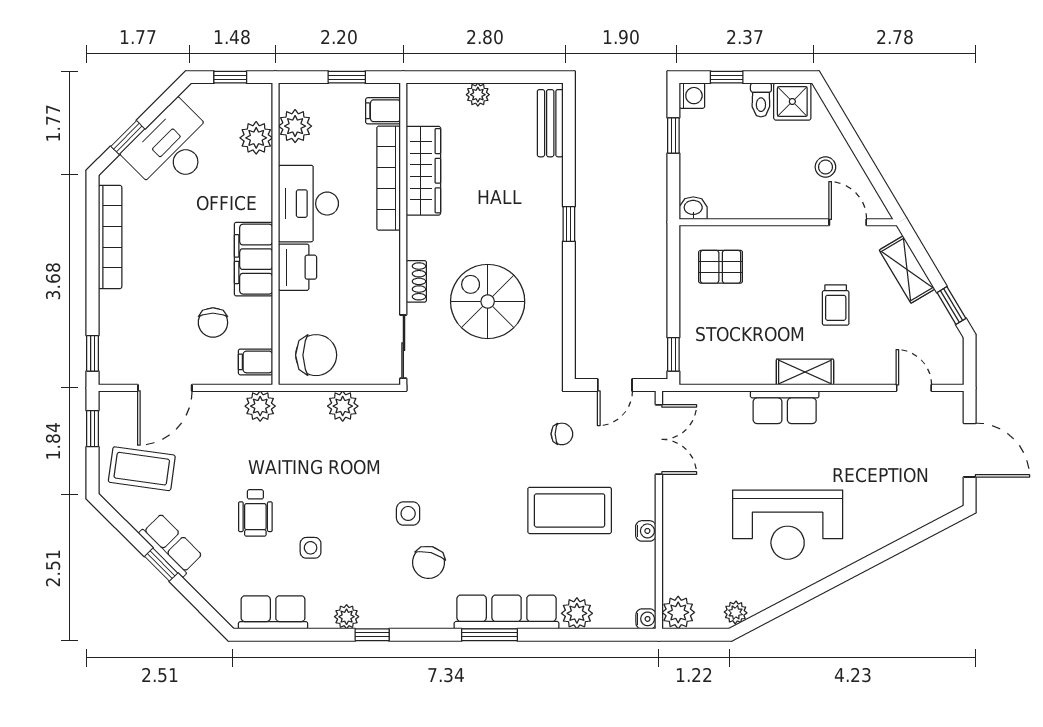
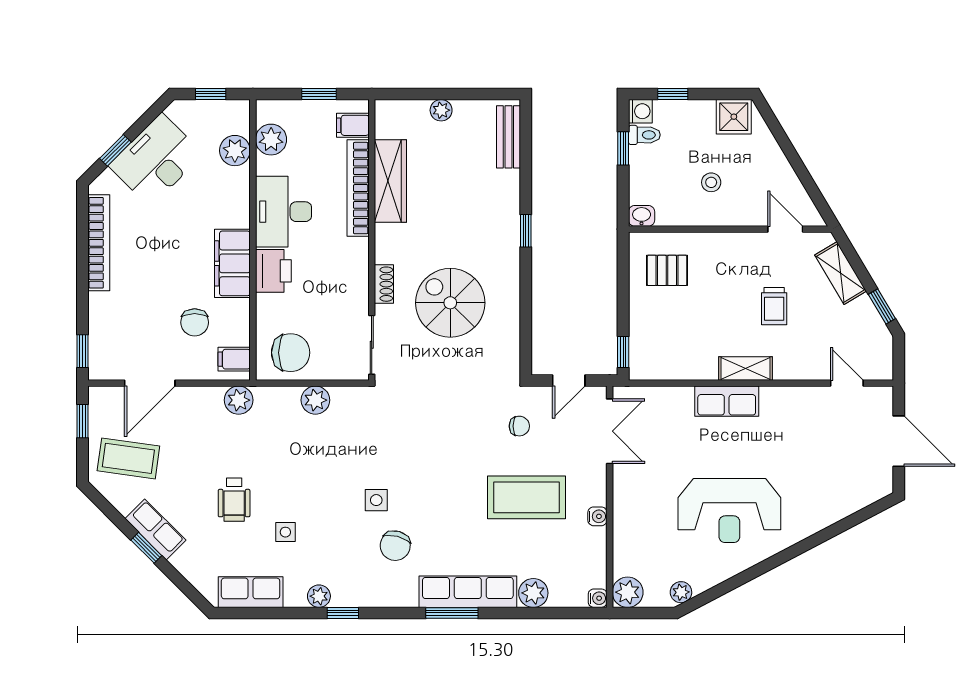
toilet: (761, 100) -> (644, 135), moved, turned -90
stool: (825, 167) -> (711, 182), moved

